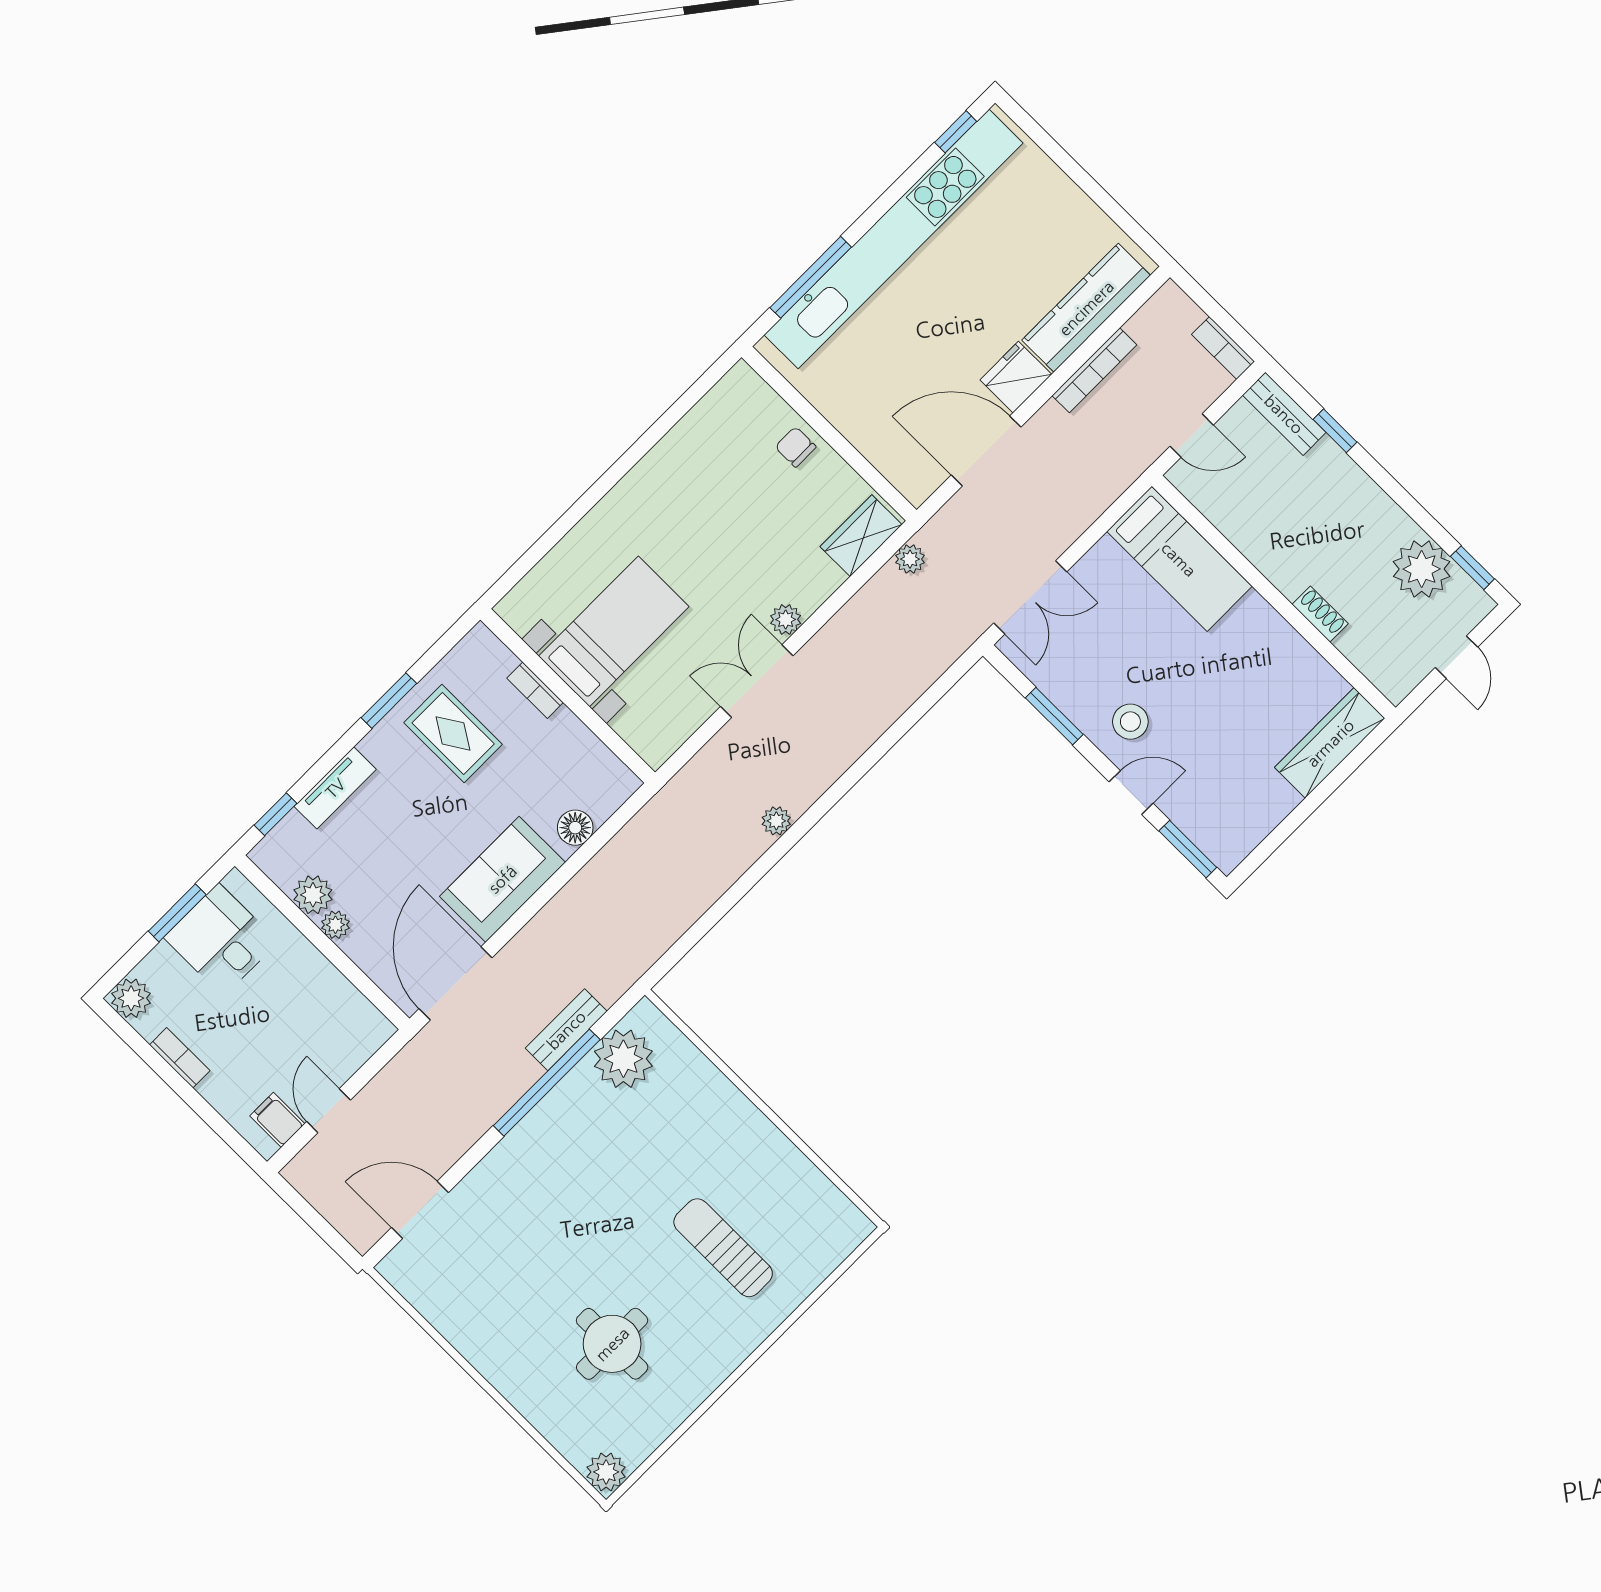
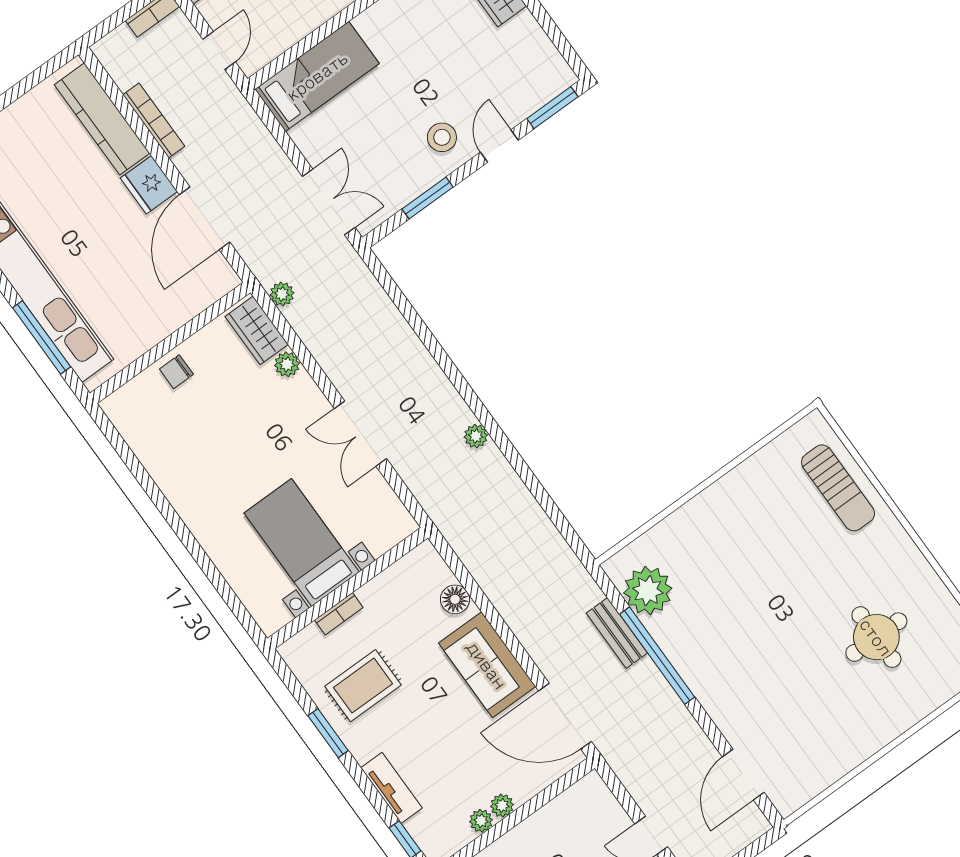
plant: (786, 620) -> (287, 364), moved
plant: (313, 895) -> (481, 821), width x0.73, depth x0.73
sun lounger: (723, 1248) -> (838, 488), moved, turned -90

